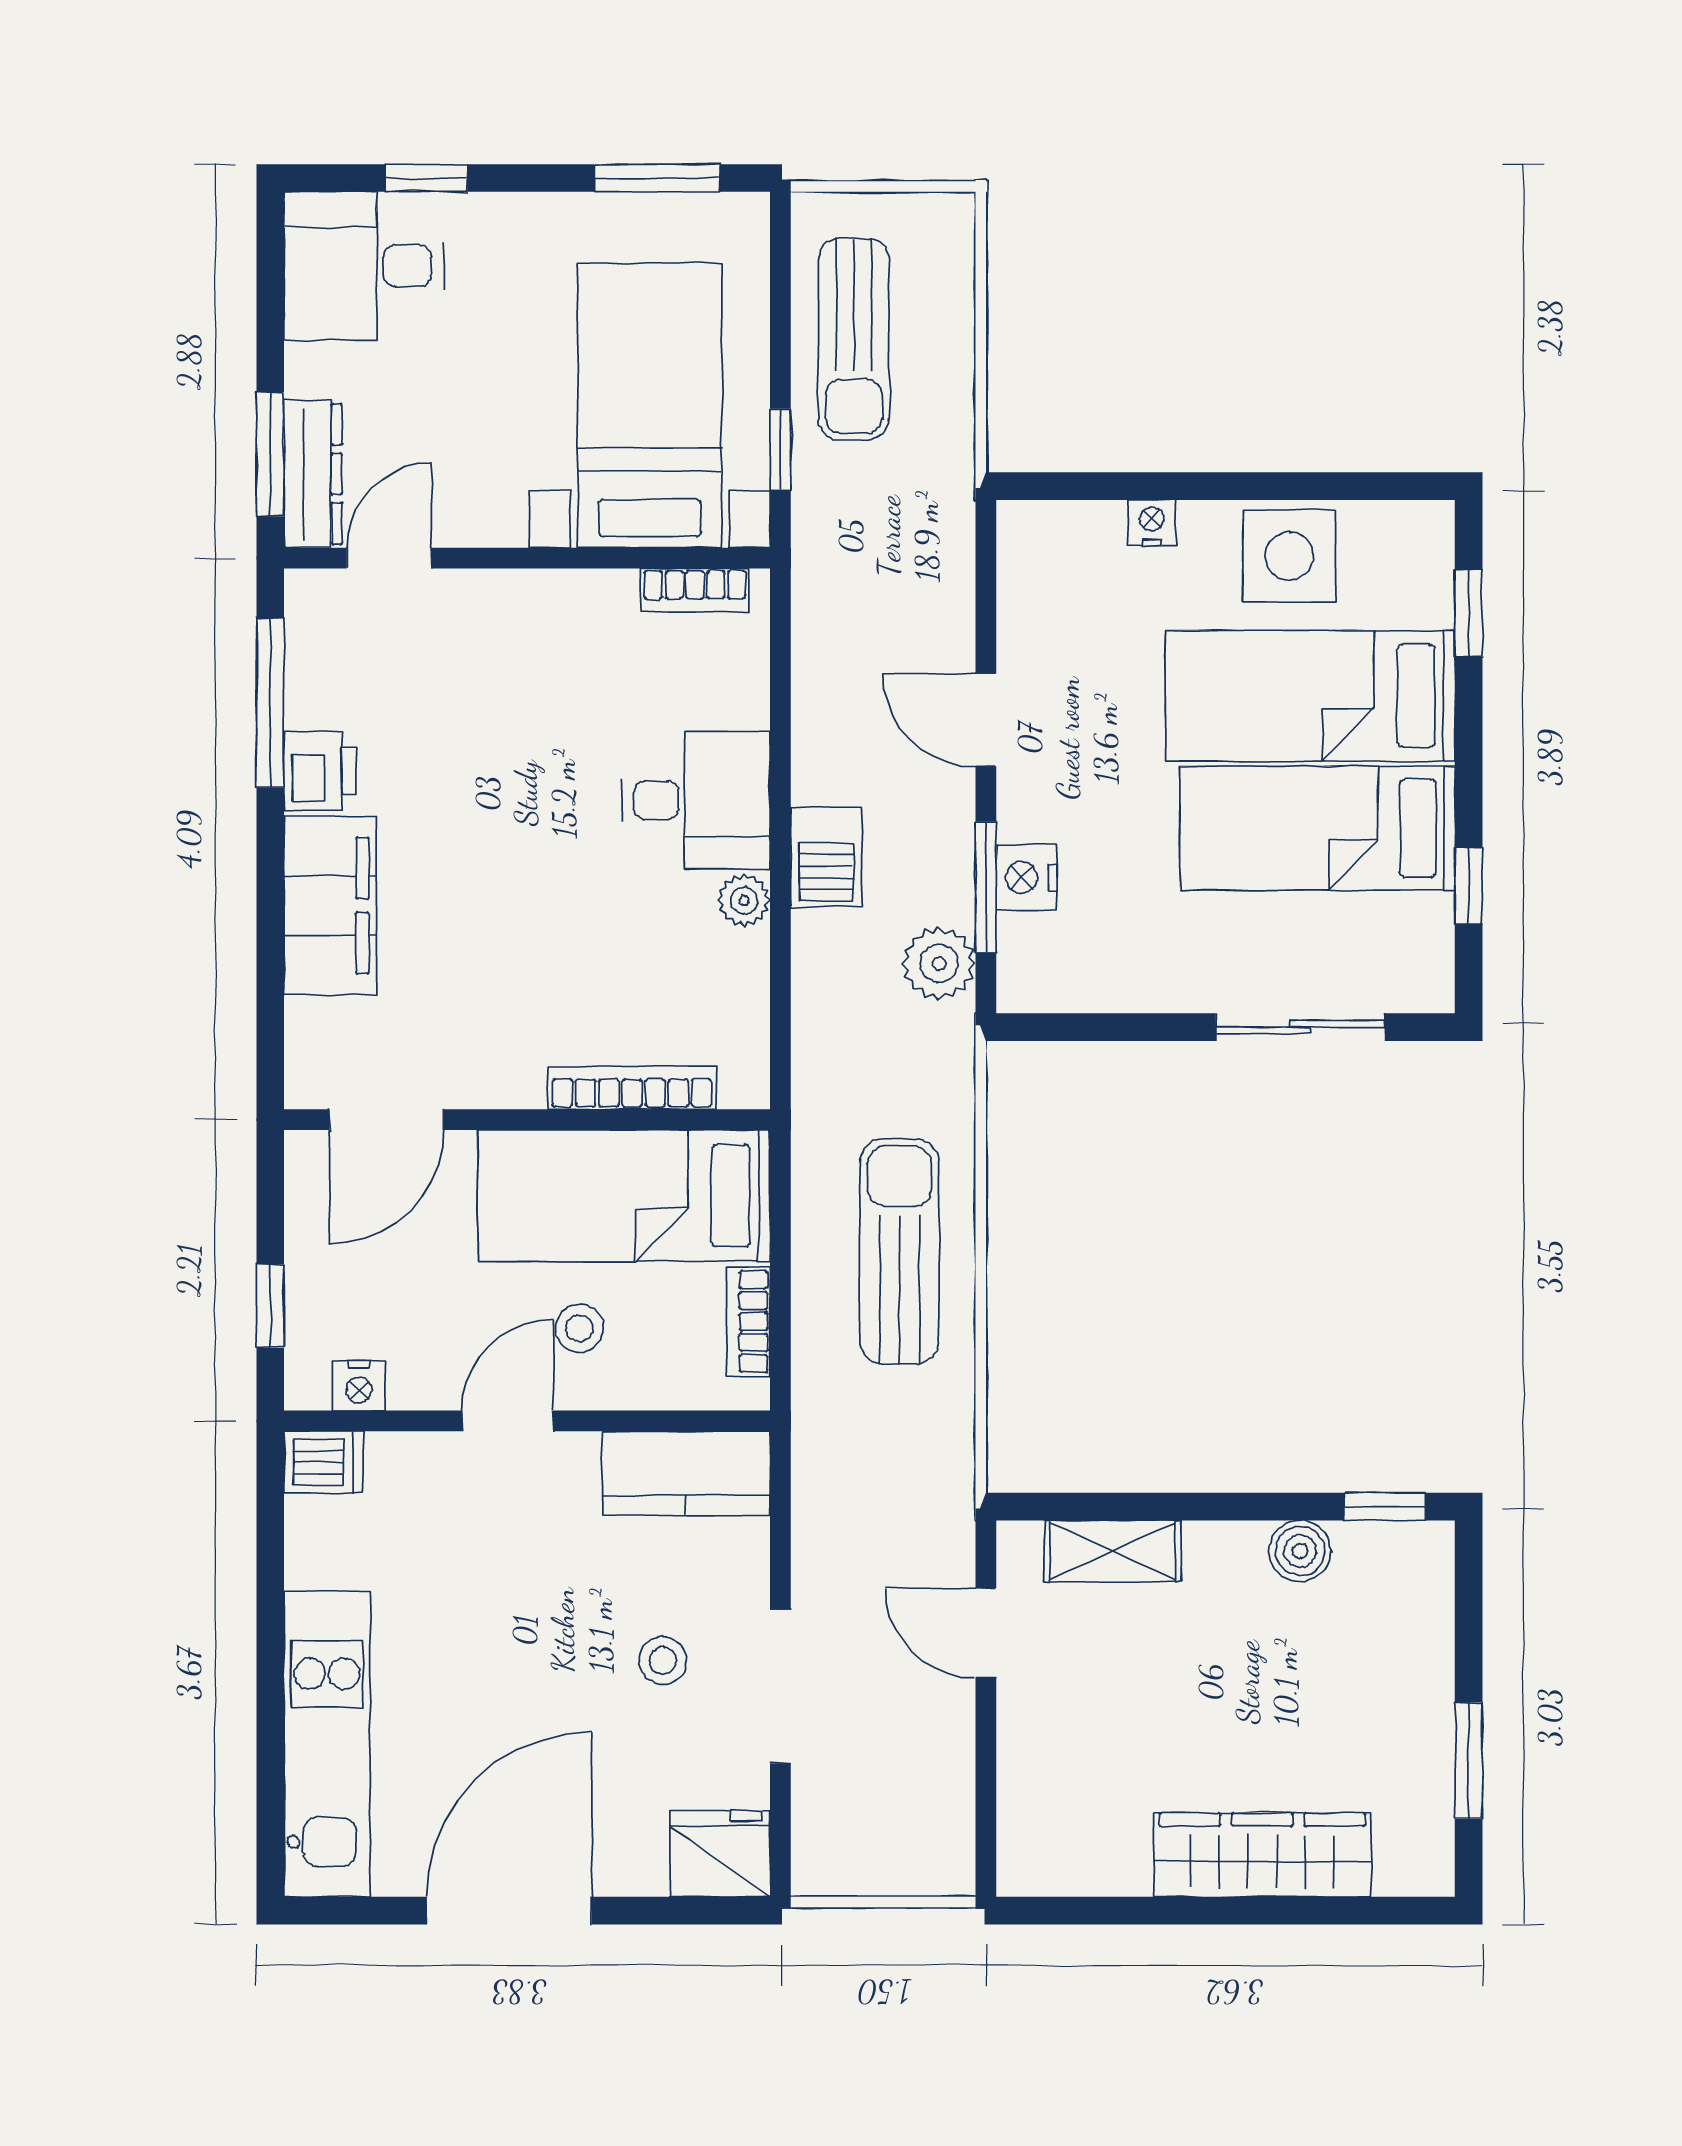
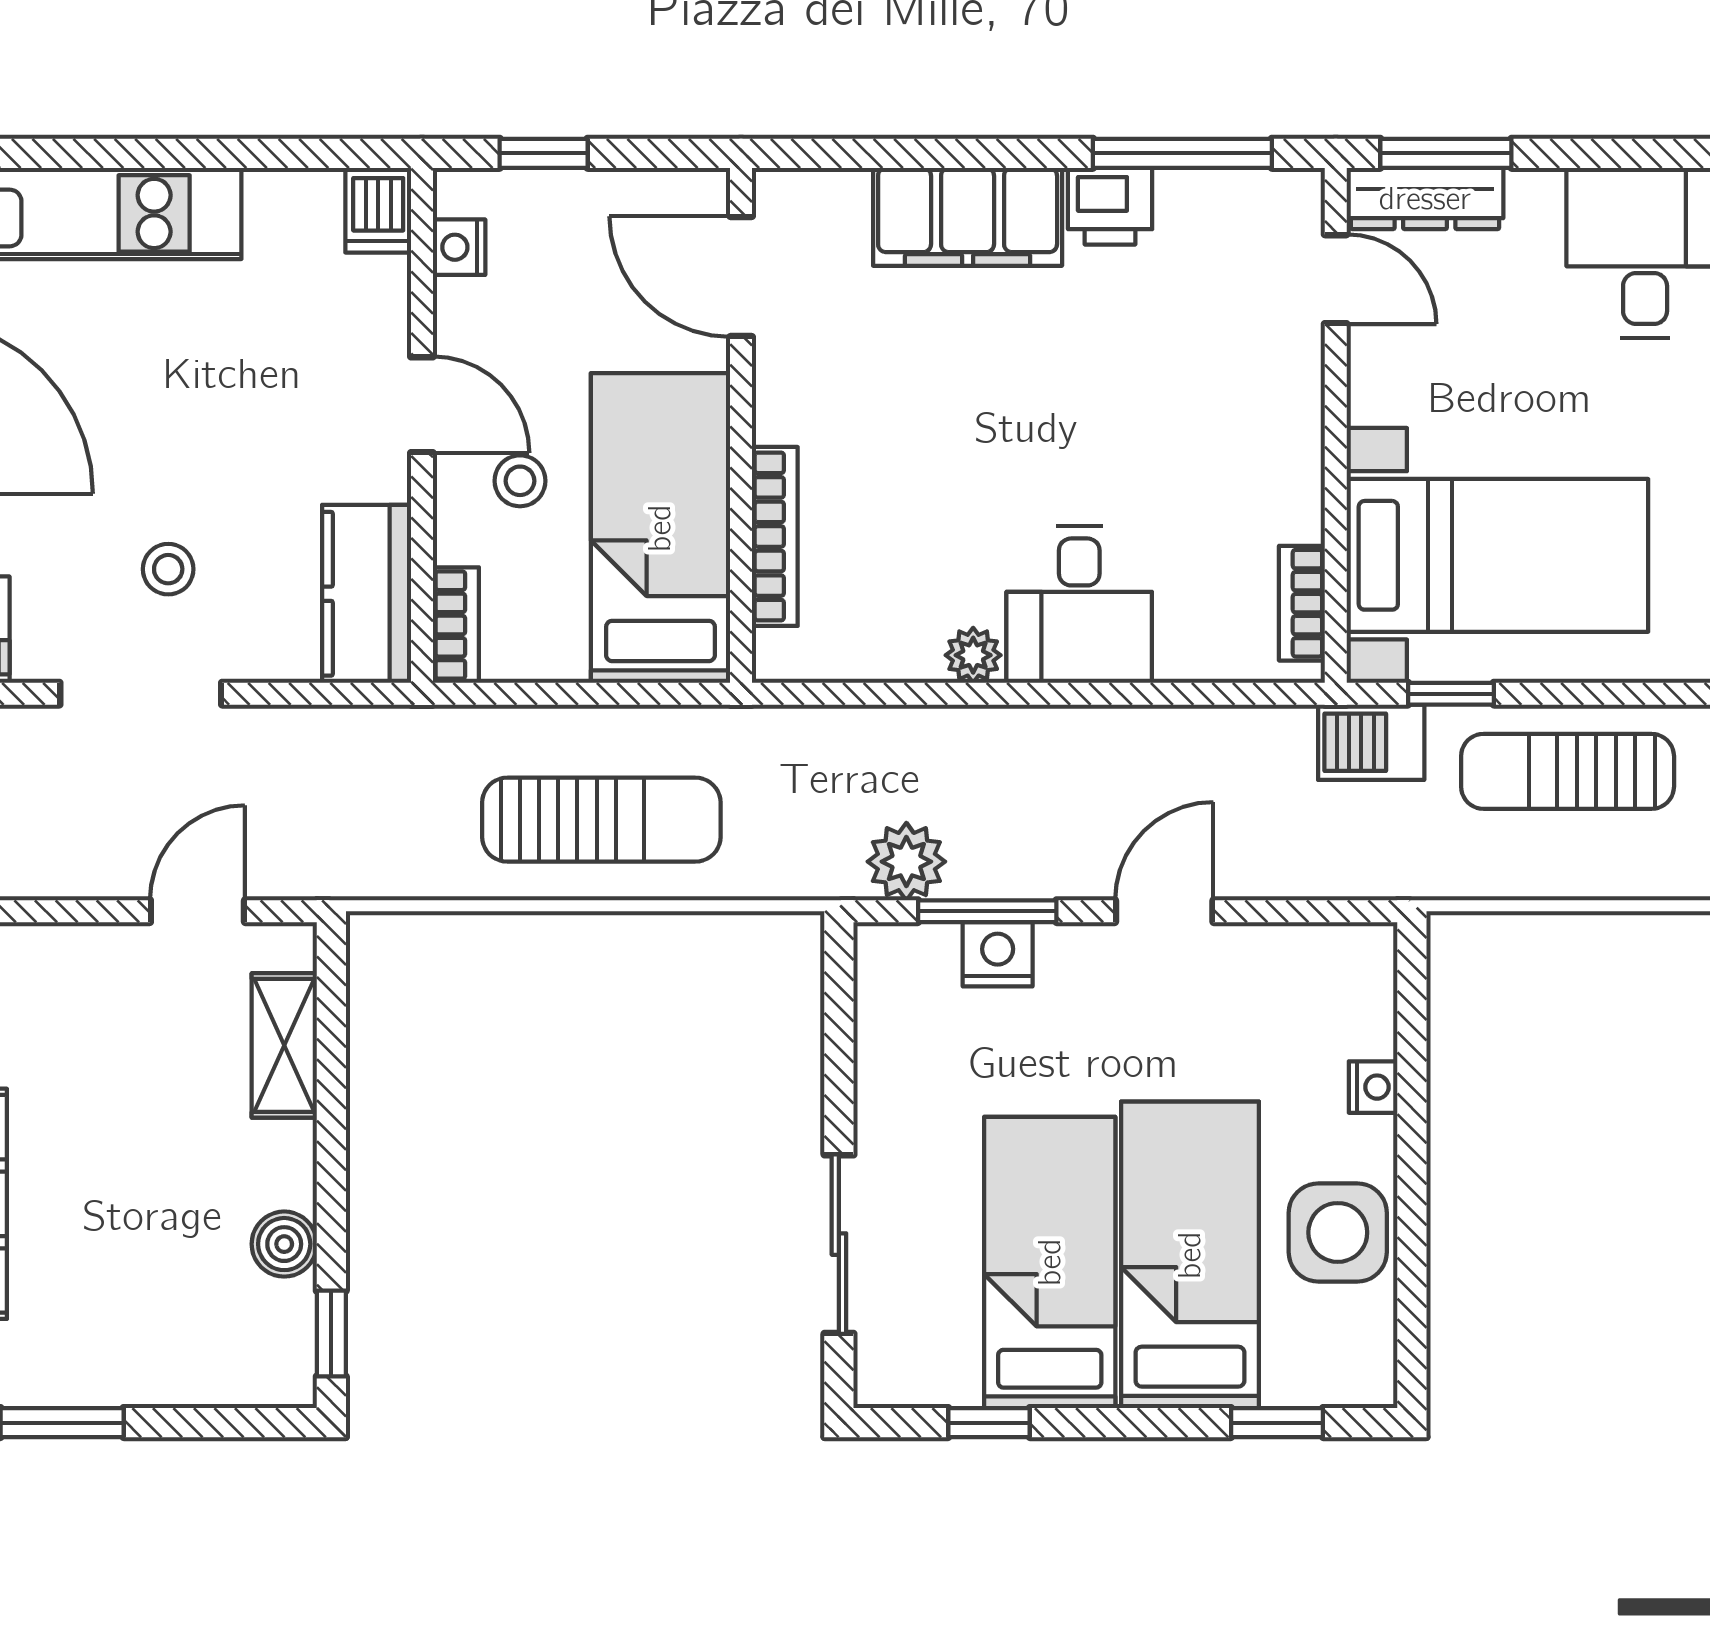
barbecue: (826, 857) -> (1371, 742), moved
bookcase: (748, 1321) -> (456, 625), moved, turned 90

